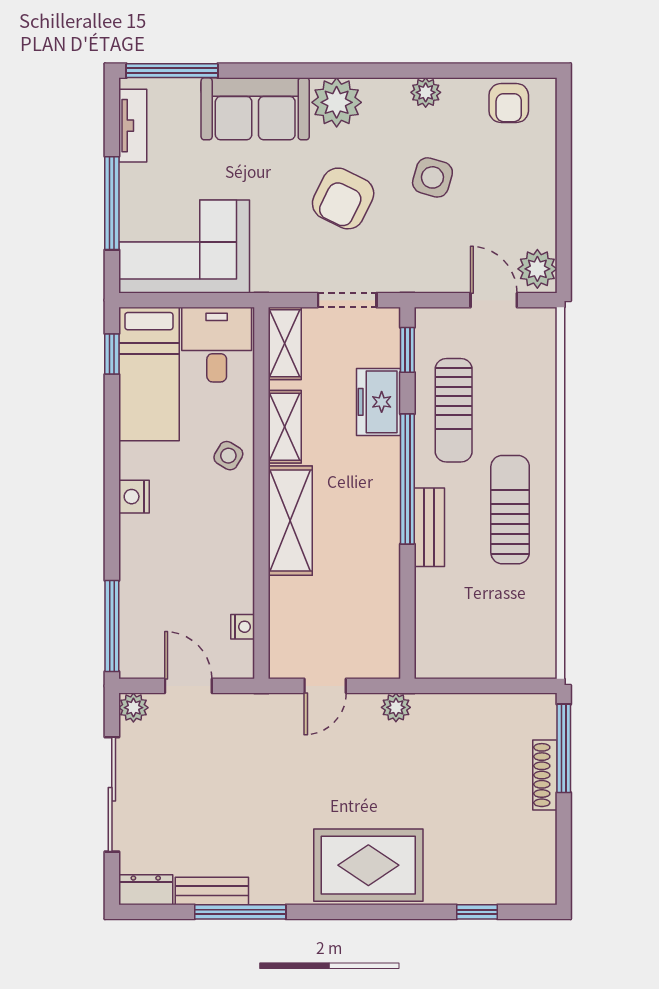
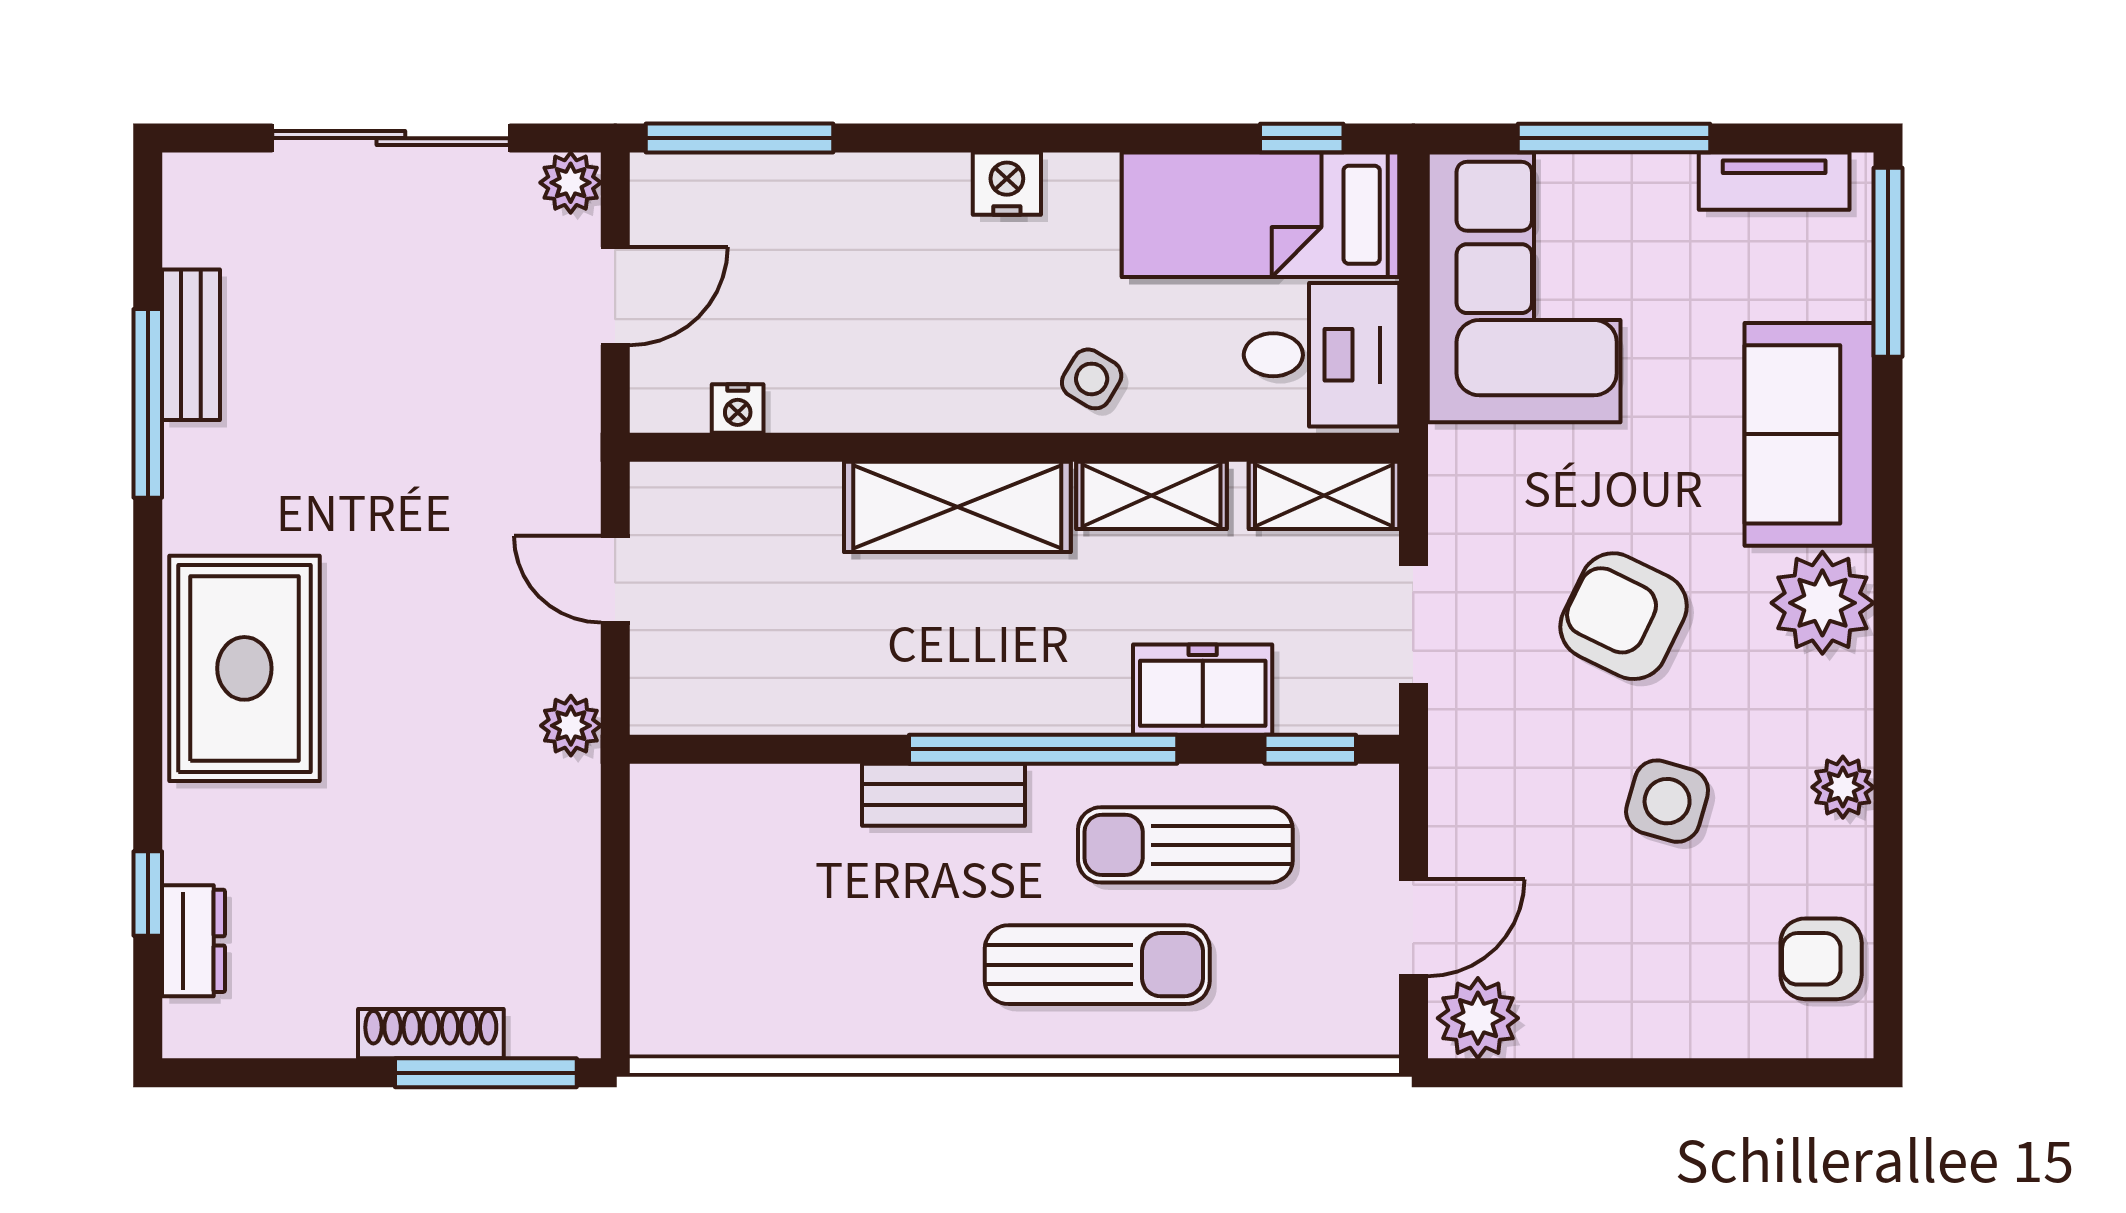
sun lounger: (510, 510) -> (1097, 965), moved
dresser: (146, 890) -> (194, 941), moved

